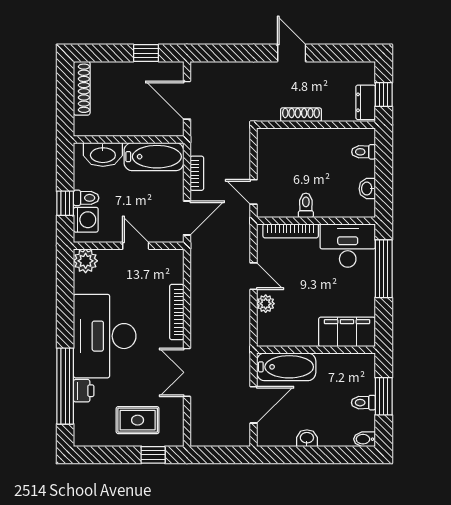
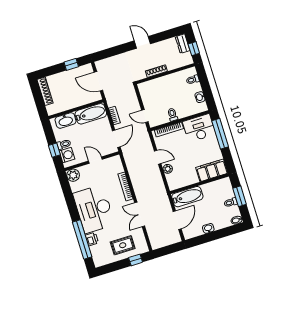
dresser: (366, 102) -> (183, 44), moved

